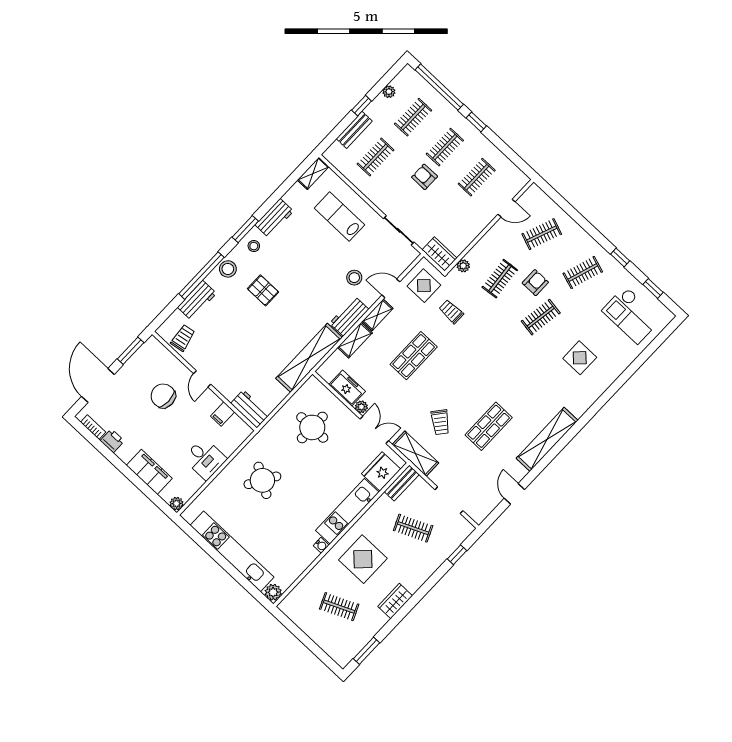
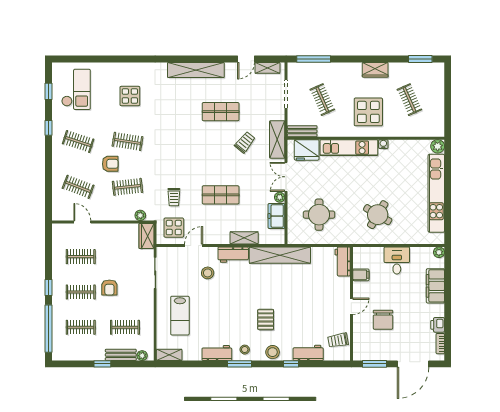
plant: (389, 92) -> (142, 356), moved
window: (201, 276) -> (291, 364), width x0.32
armchair: (535, 283) -> (110, 164), turned 180
door: (391, 288) -> (194, 246), swing flipped
shelving: (378, 315) -> (267, 68), moved
window: (457, 555) -> (314, 59), width x2.17

